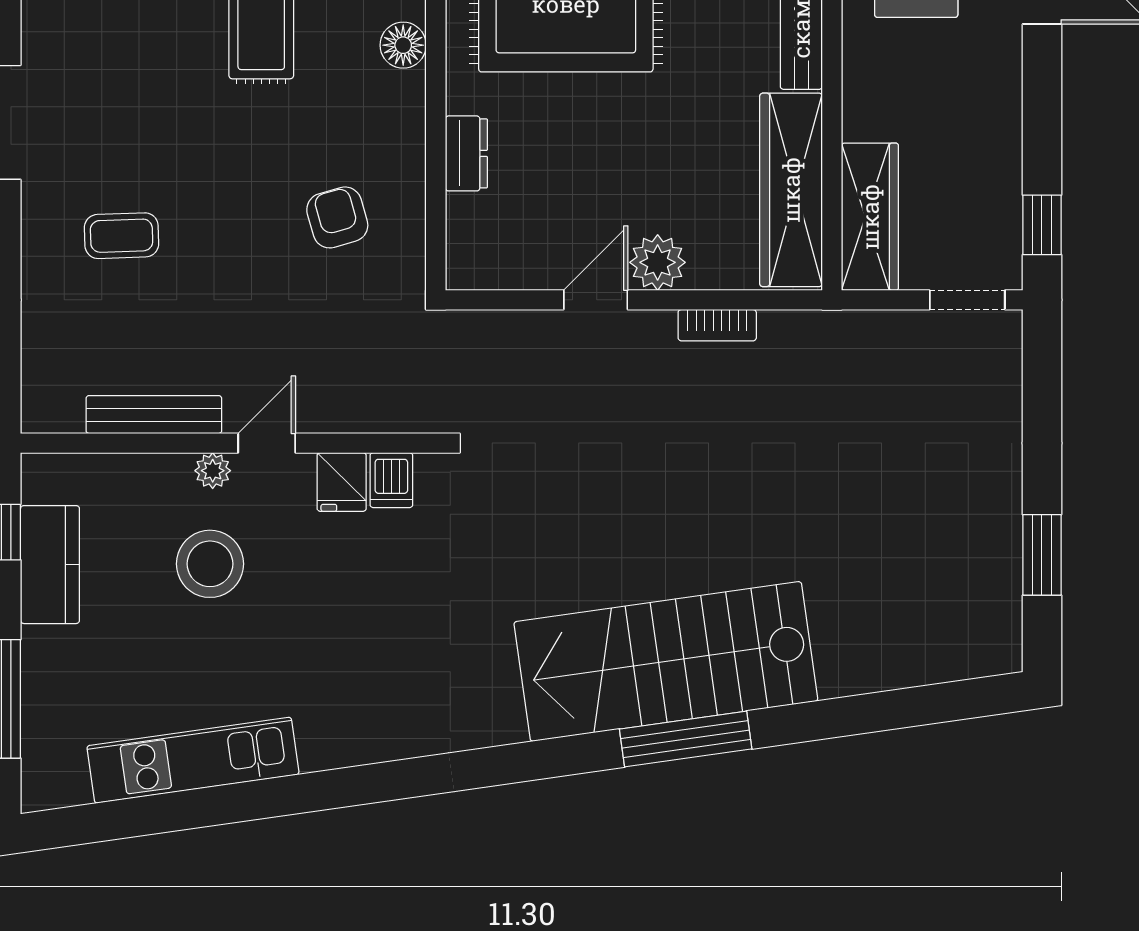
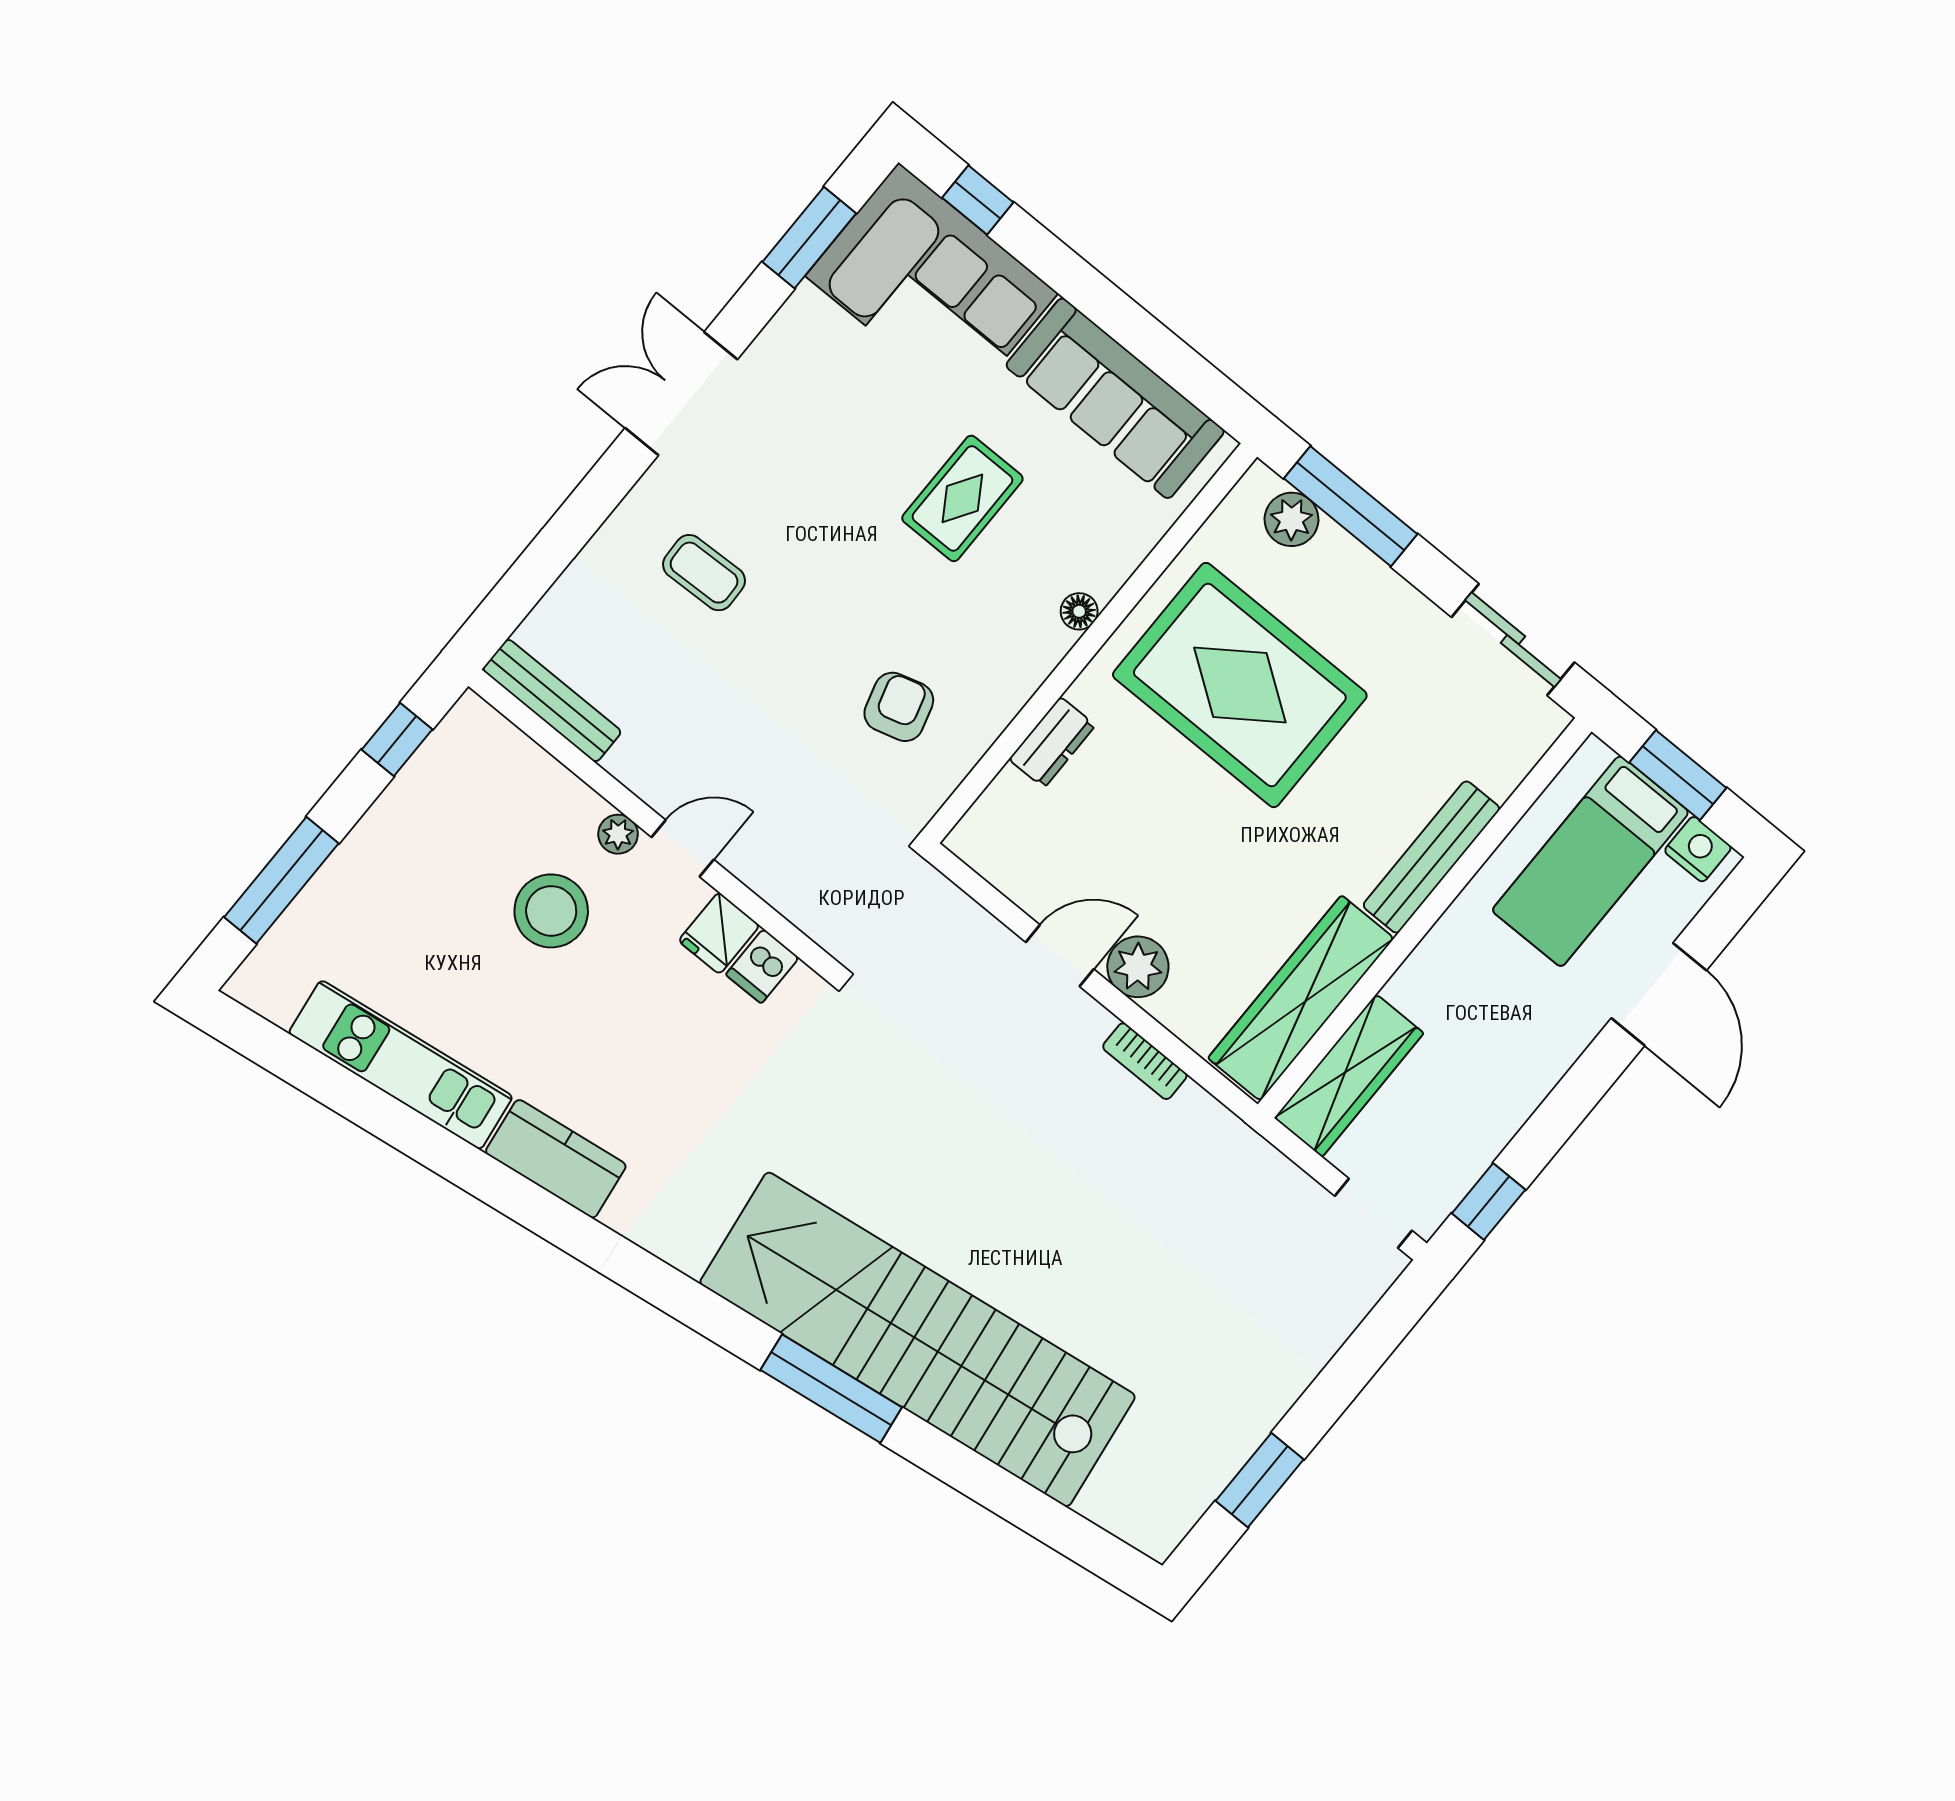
floor lamp: (403, 45) -> (1079, 611), width x0.73, depth x0.73
bench: (154, 415) -> (552, 701), moved
kitchen counter: (50, 565) -> (556, 1159), moved, turned -98
stairs: (666, 661) -> (918, 1339), width x1.36

